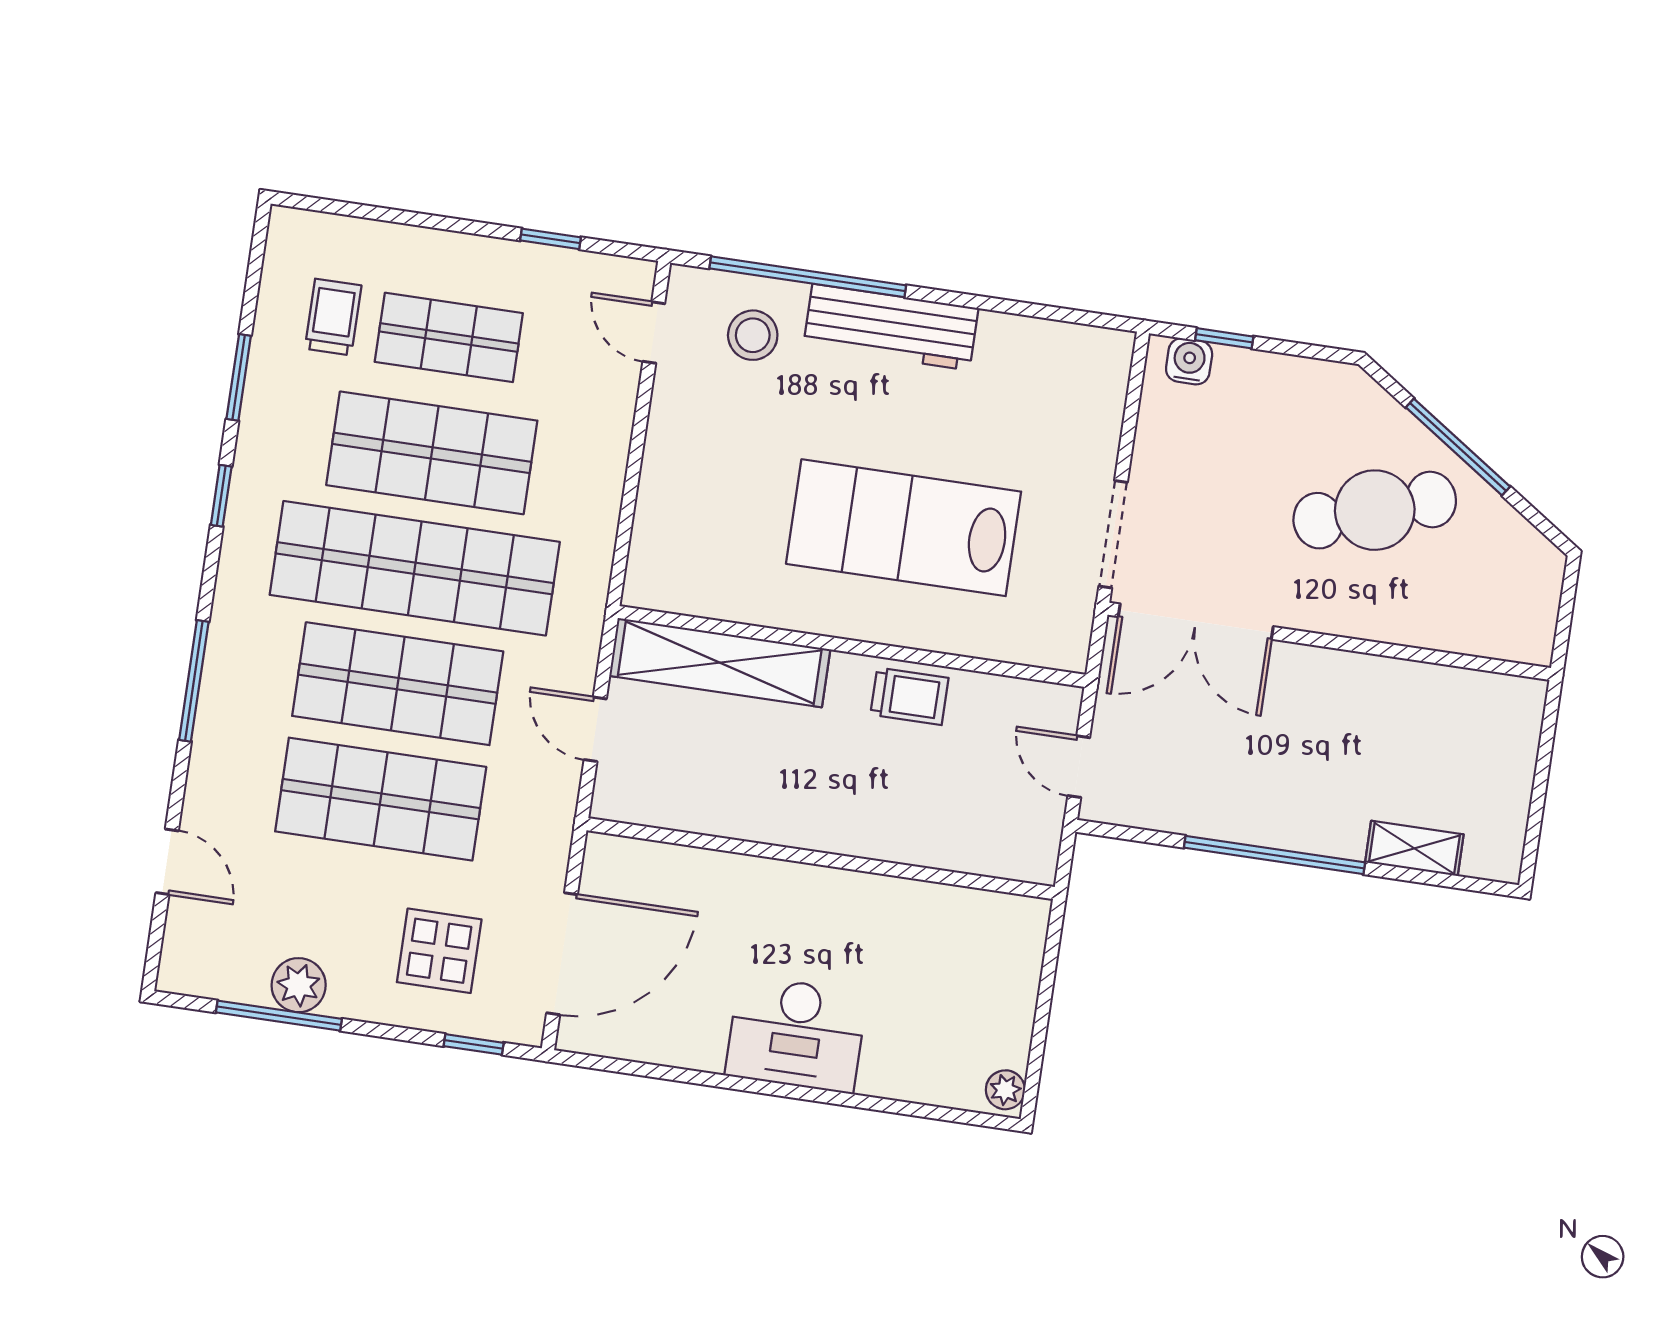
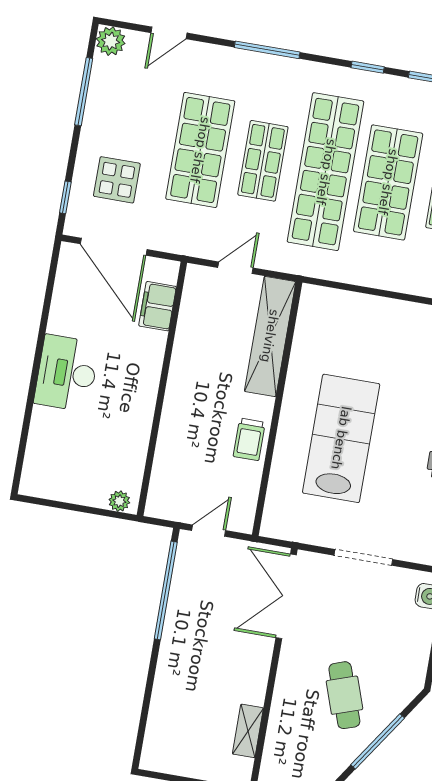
cafe table: (1375, 510) -> (344, 695), width x0.73, depth x0.74
doorway: (1113, 534) -> (363, 557), moved
shop shelf: (398, 684) -> (263, 161), width x0.70, depth x0.74
shelving: (1414, 848) -> (248, 731), moved
window: (1274, 855) -> (166, 590), moved
filing cabinet: (669, 871) -> (158, 306), added
plant: (299, 985) -> (111, 41), moved
plant: (1005, 1090) -> (119, 501), moved

